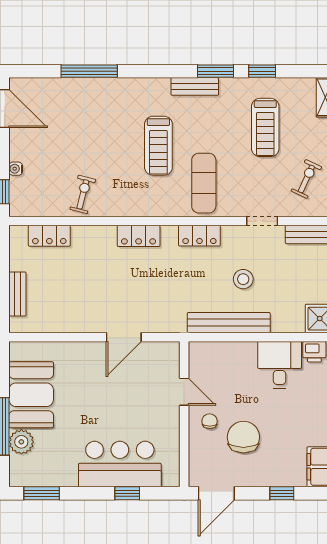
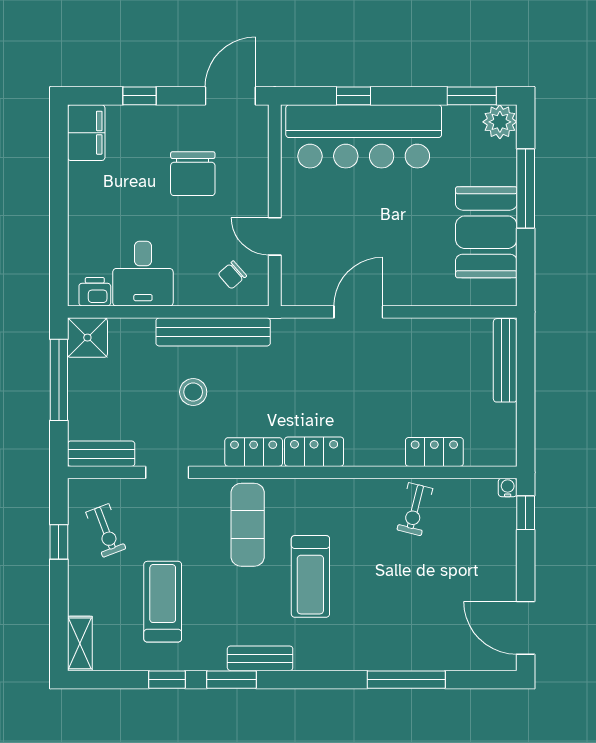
treadmill: (158, 146) -> (310, 576), turned 180
water cooler: (16, 169) -> (508, 487), moved, turned -90
exercise bike: (306, 179) -> (106, 531), turned -46
locker: (49, 236) -> (434, 452), moved
locker: (139, 236) -> (314, 452), moved
bench: (17, 294) -> (505, 360), width x1.36
chair: (210, 421) -> (232, 275), moved, turned 49
plant: (21, 442) -> (500, 122), moved
bar counter: (120, 464) -> (364, 136), width x1.36

